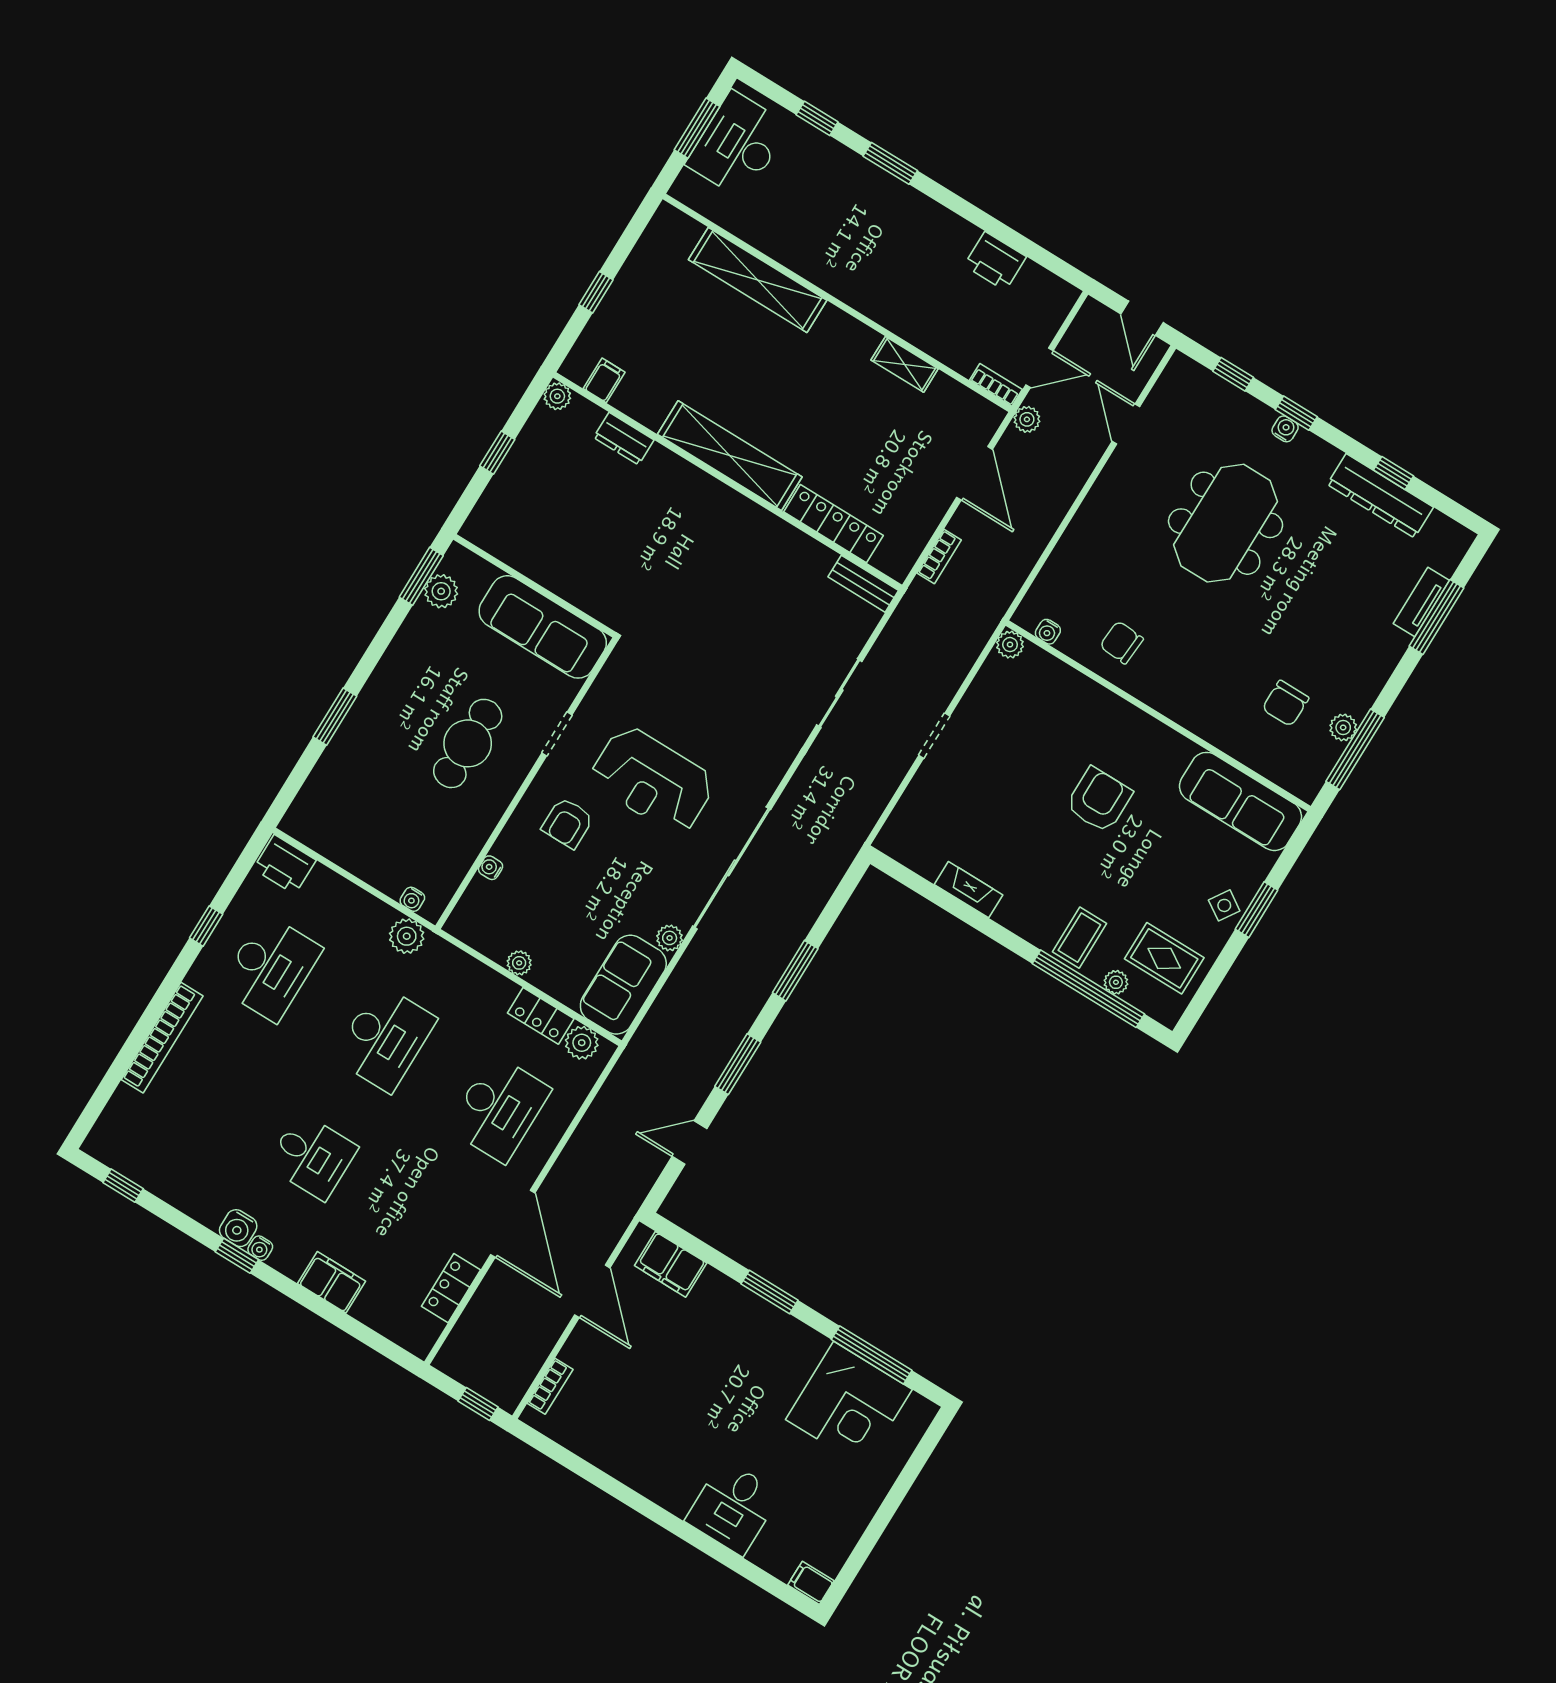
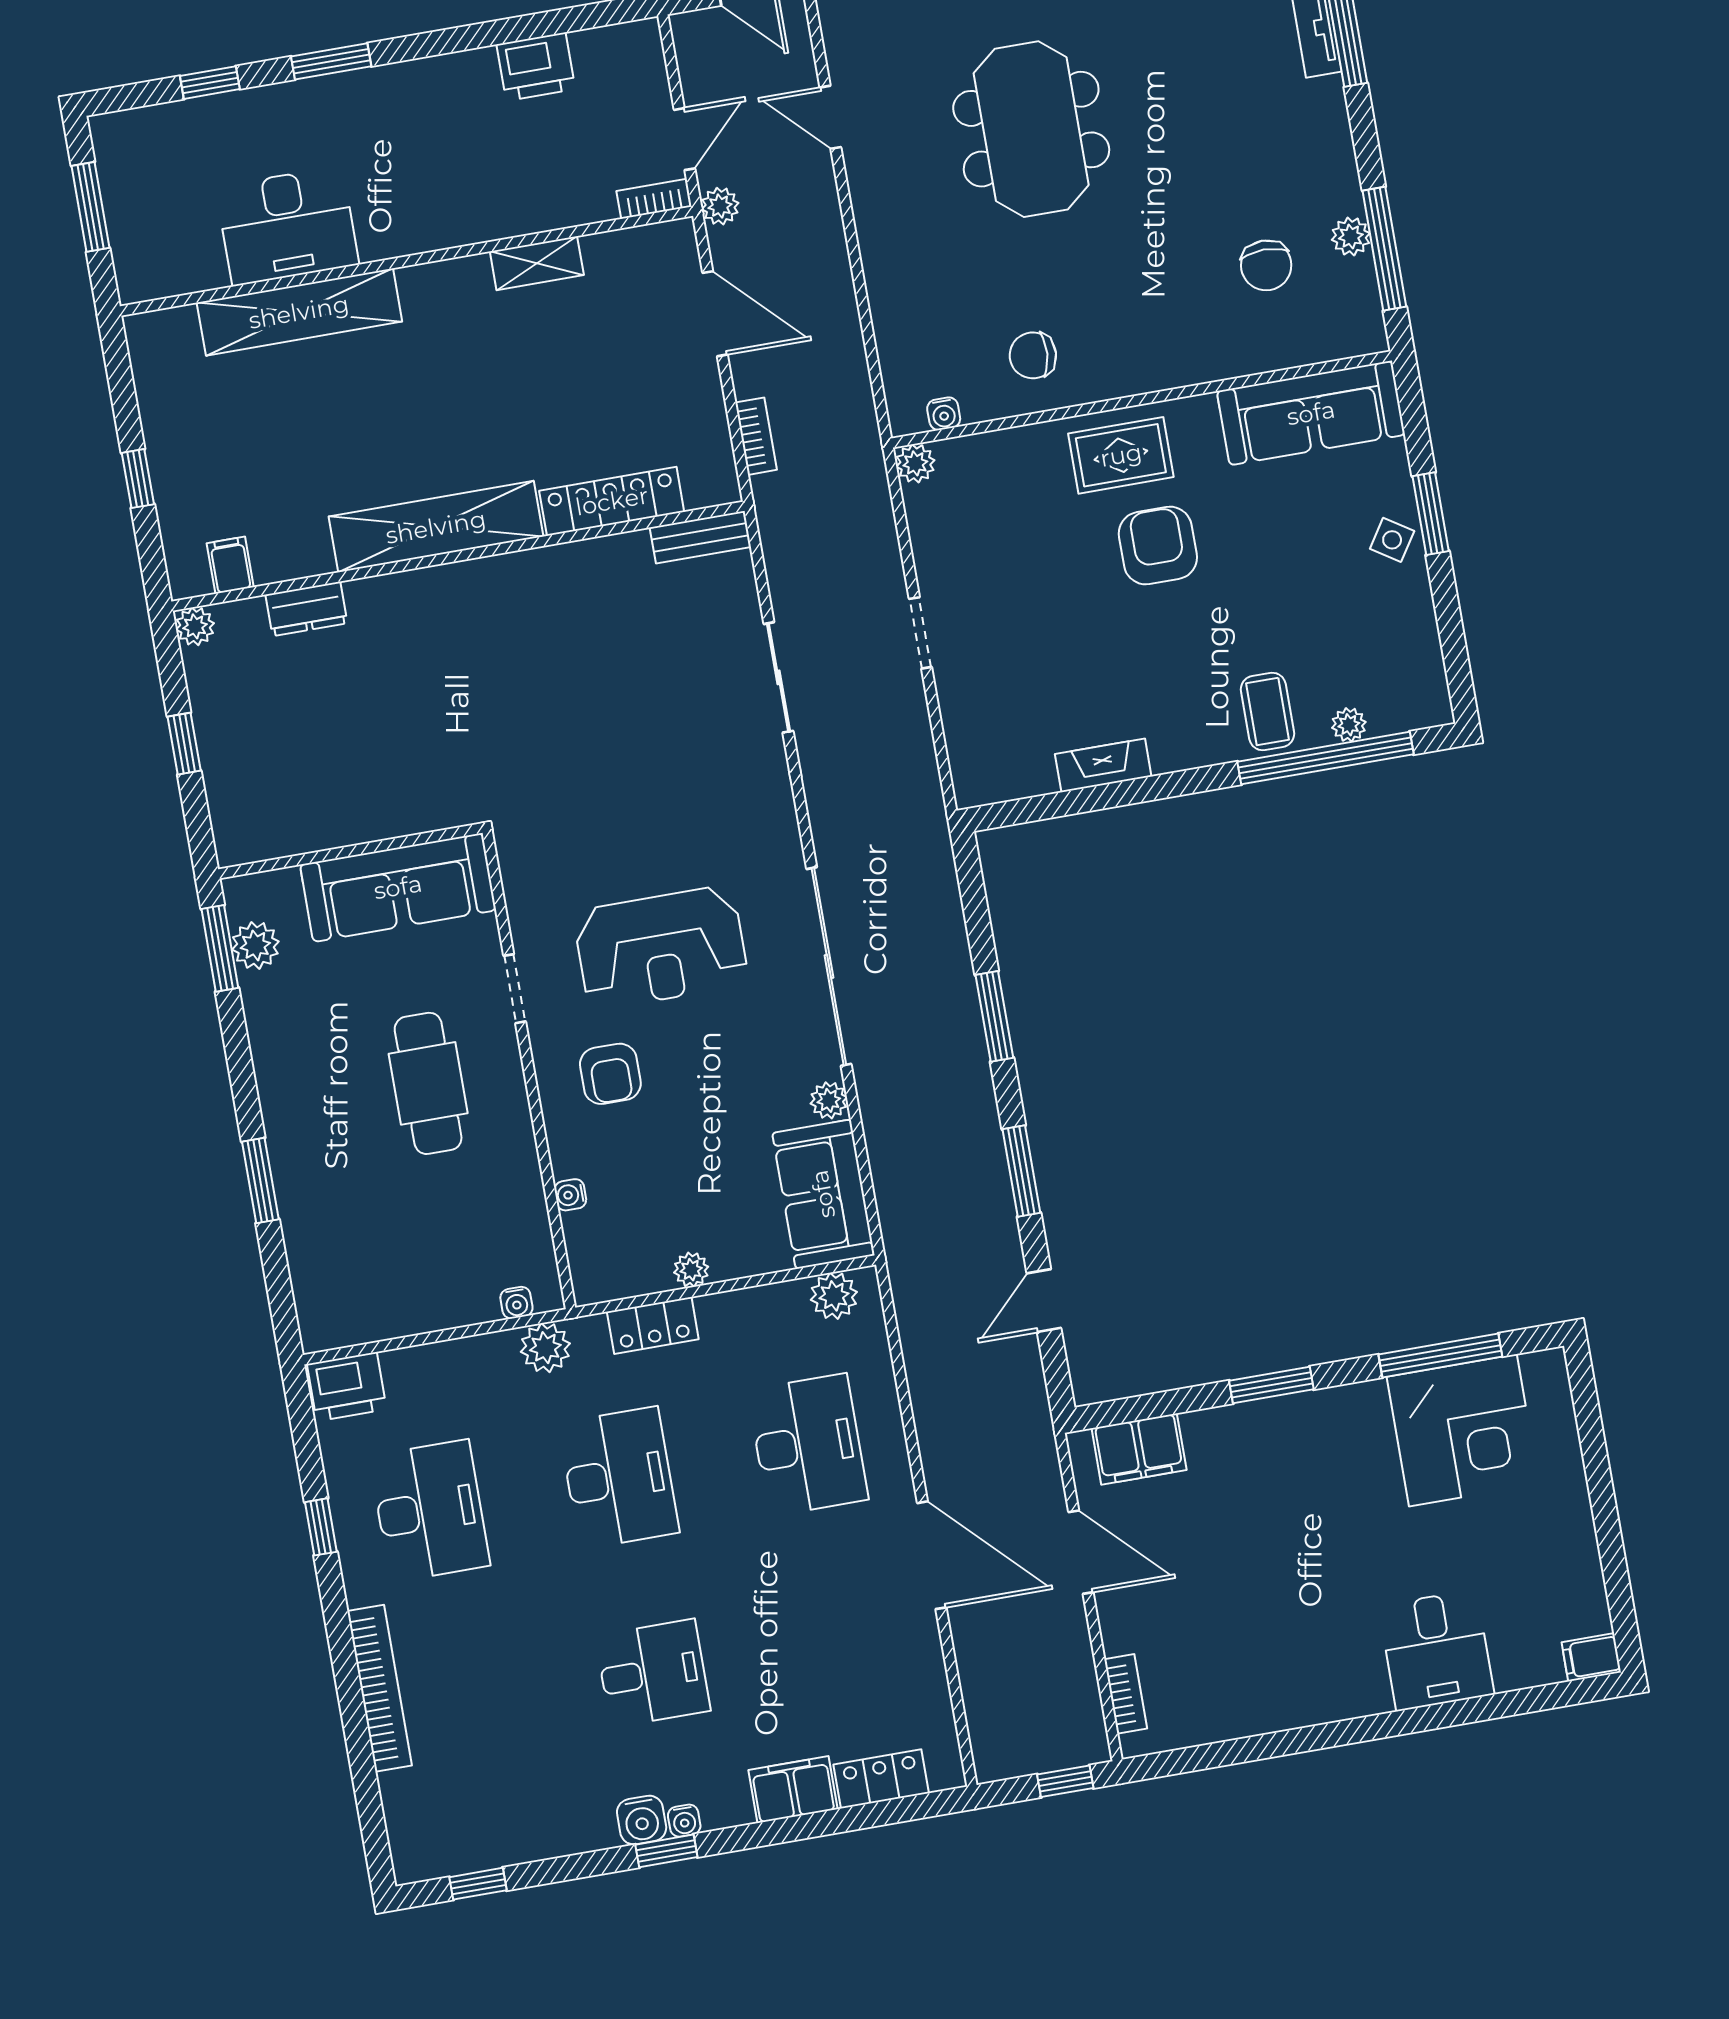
desk: (738, 145) -> (287, 226), moved, turned -90
rug: (1164, 958) -> (1121, 455), moved
locker: (541, 1016) -> (653, 1325), moved
locker: (451, 1288) -> (881, 1779), moved, turned 90

